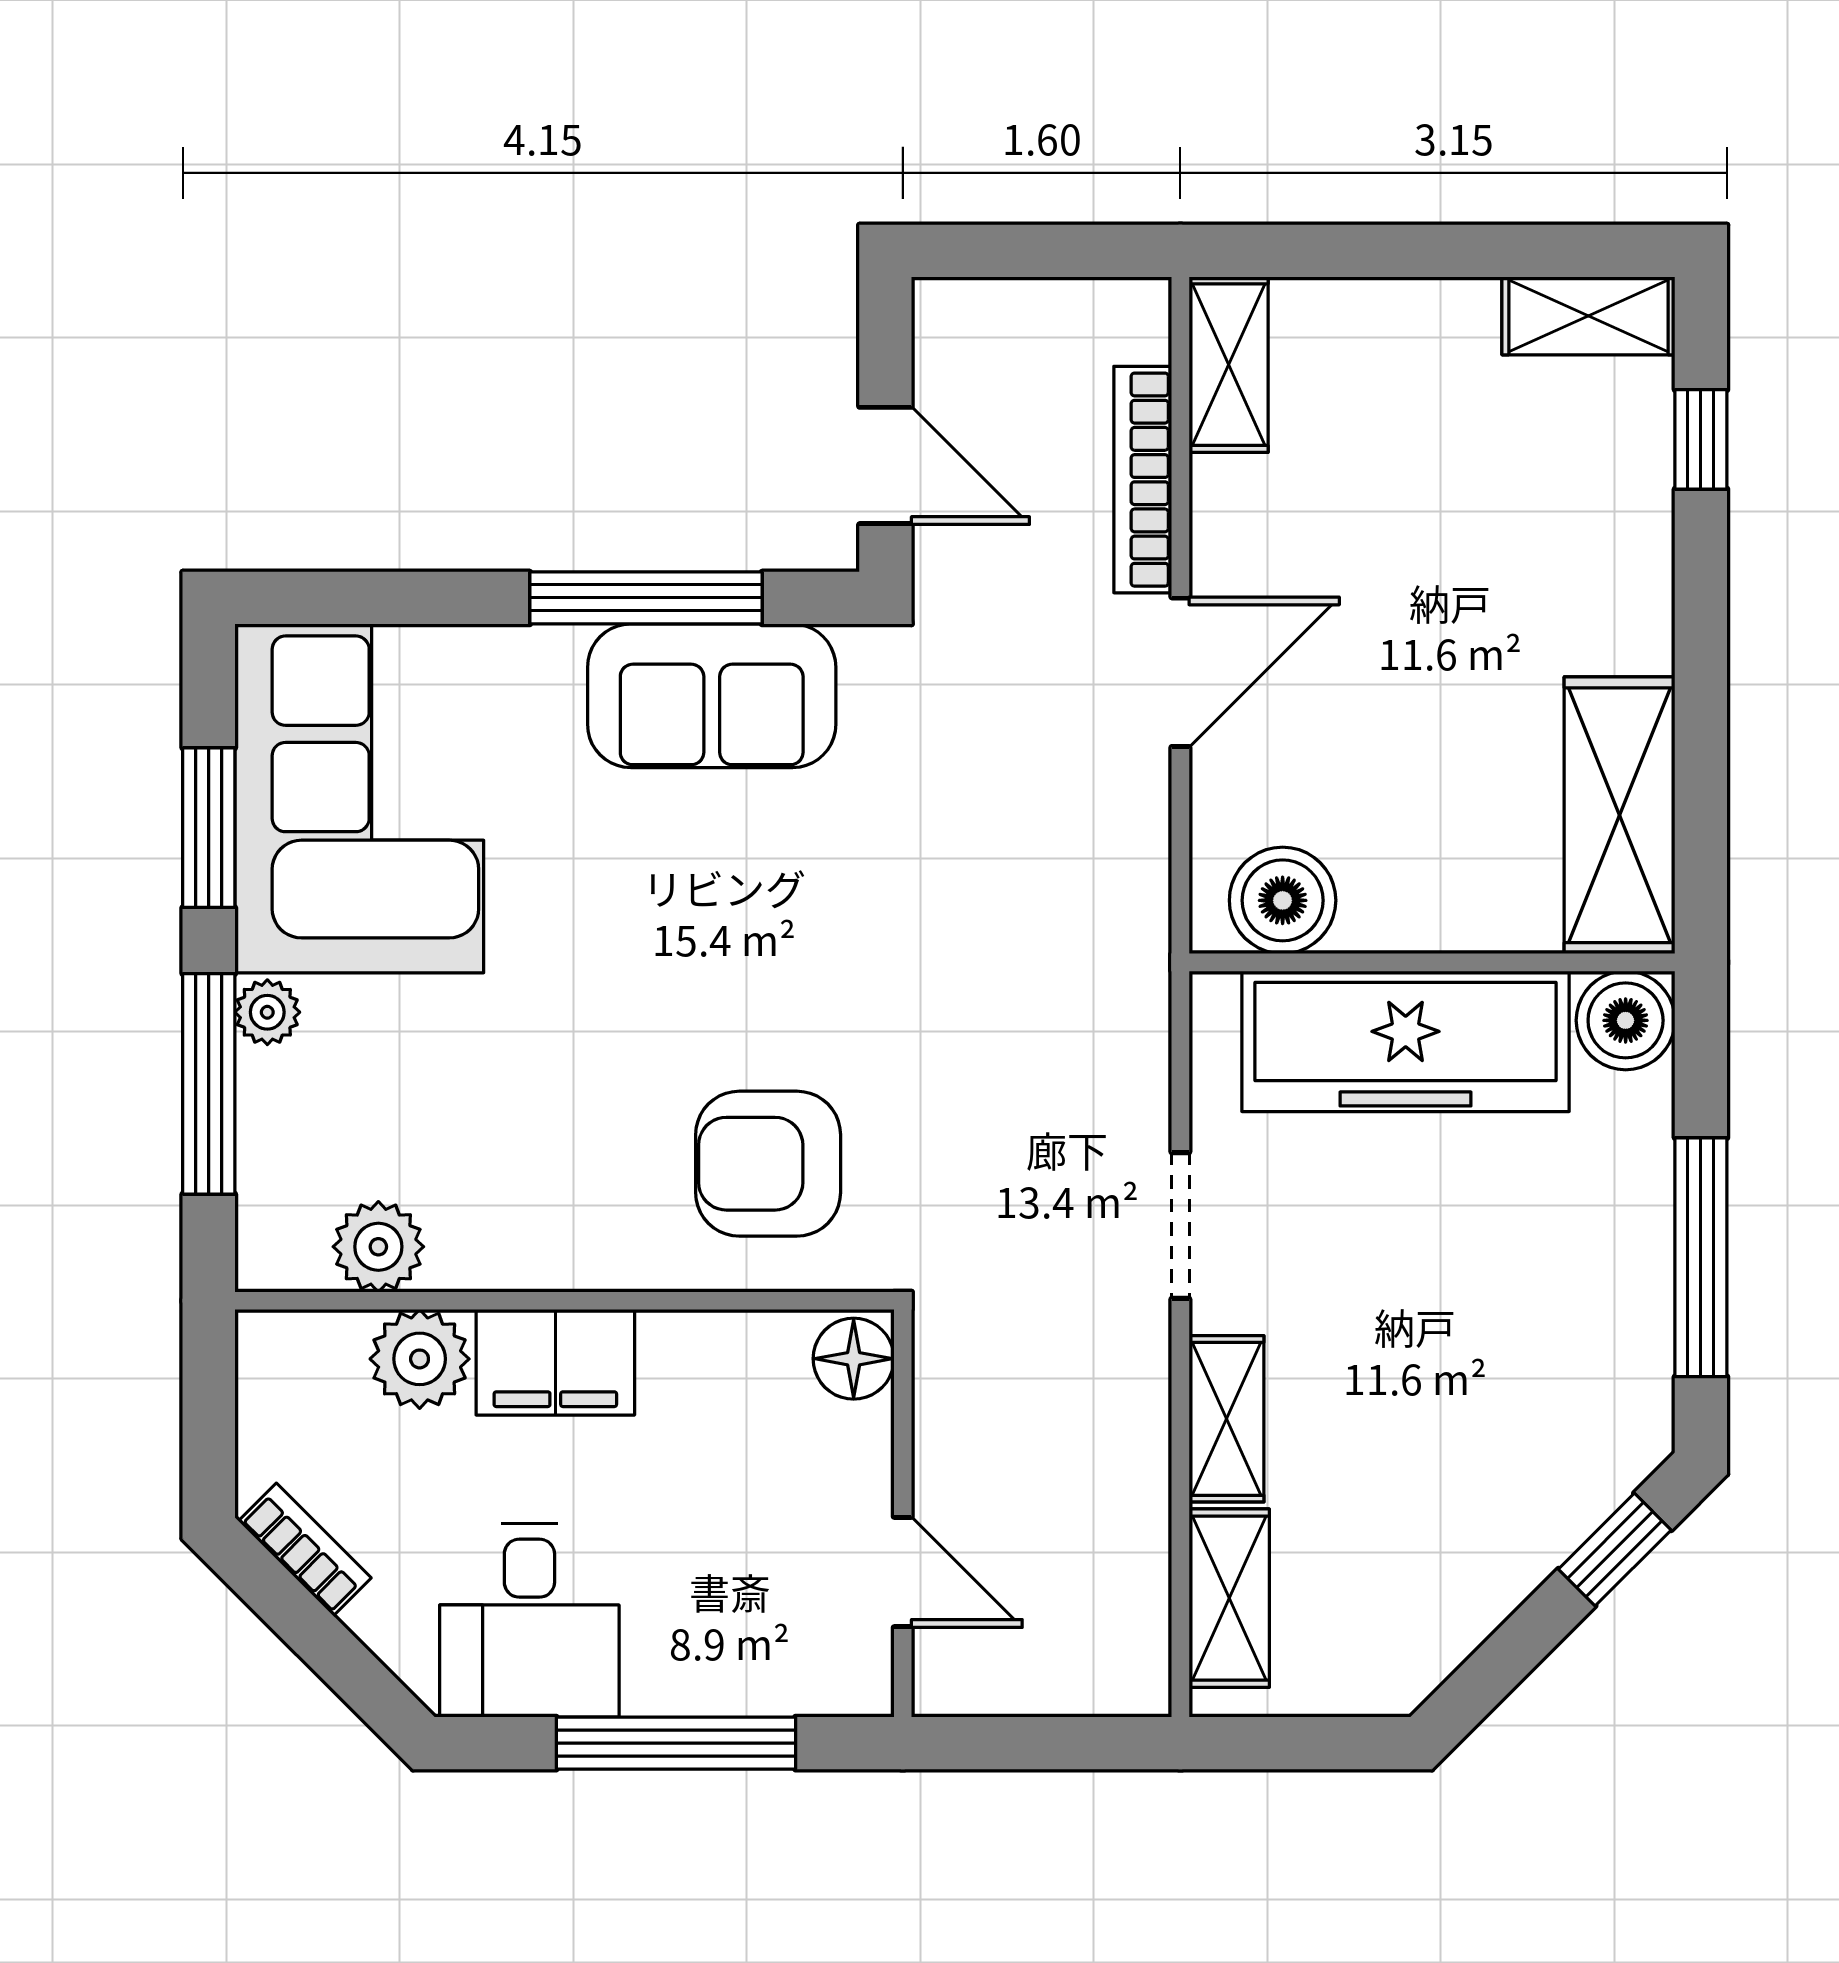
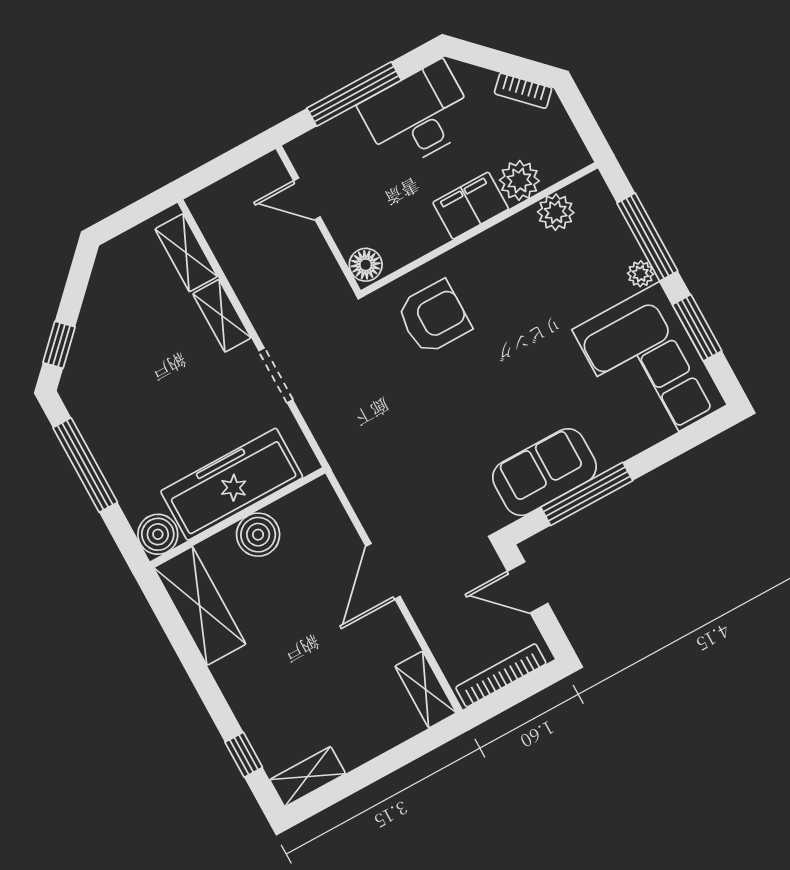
bookcase: (1143, 480) -> (501, 675), moved, turned -90
boiler: (1283, 900) -> (258, 535), moved
desk: (529, 1620) -> (418, 116), width x1.37

